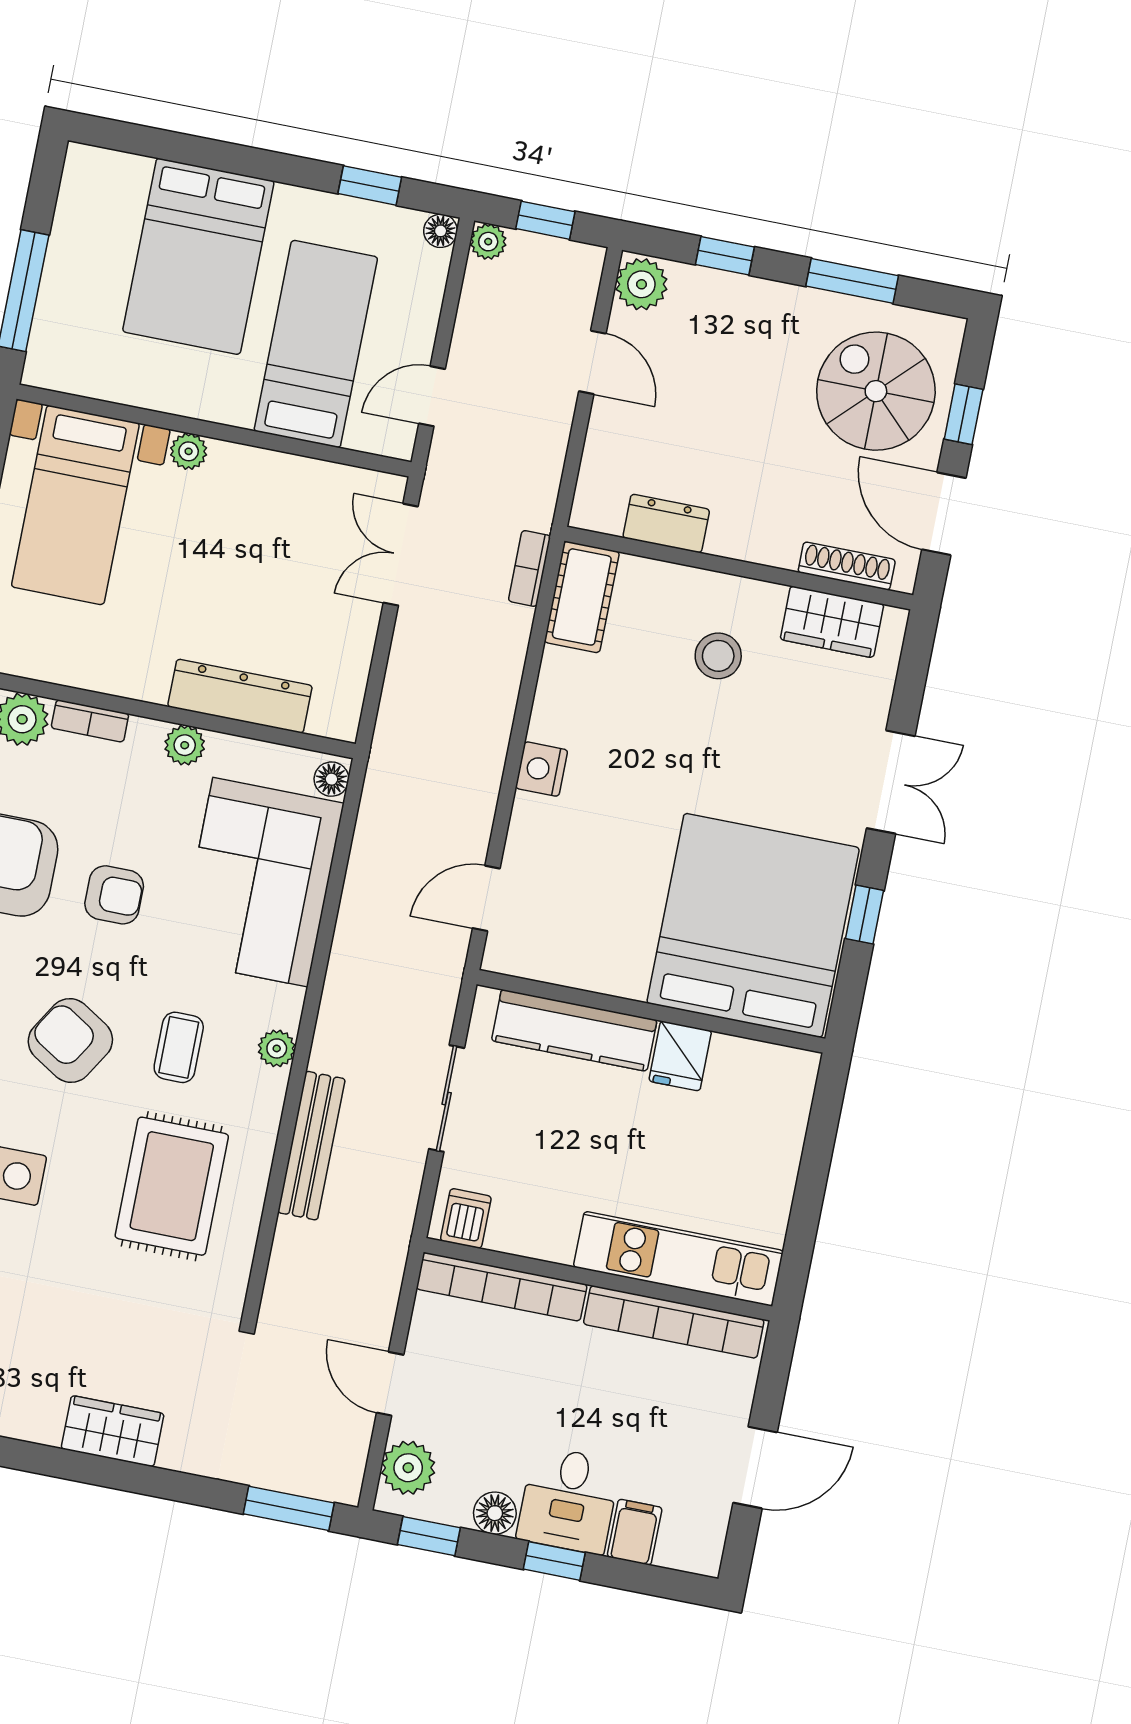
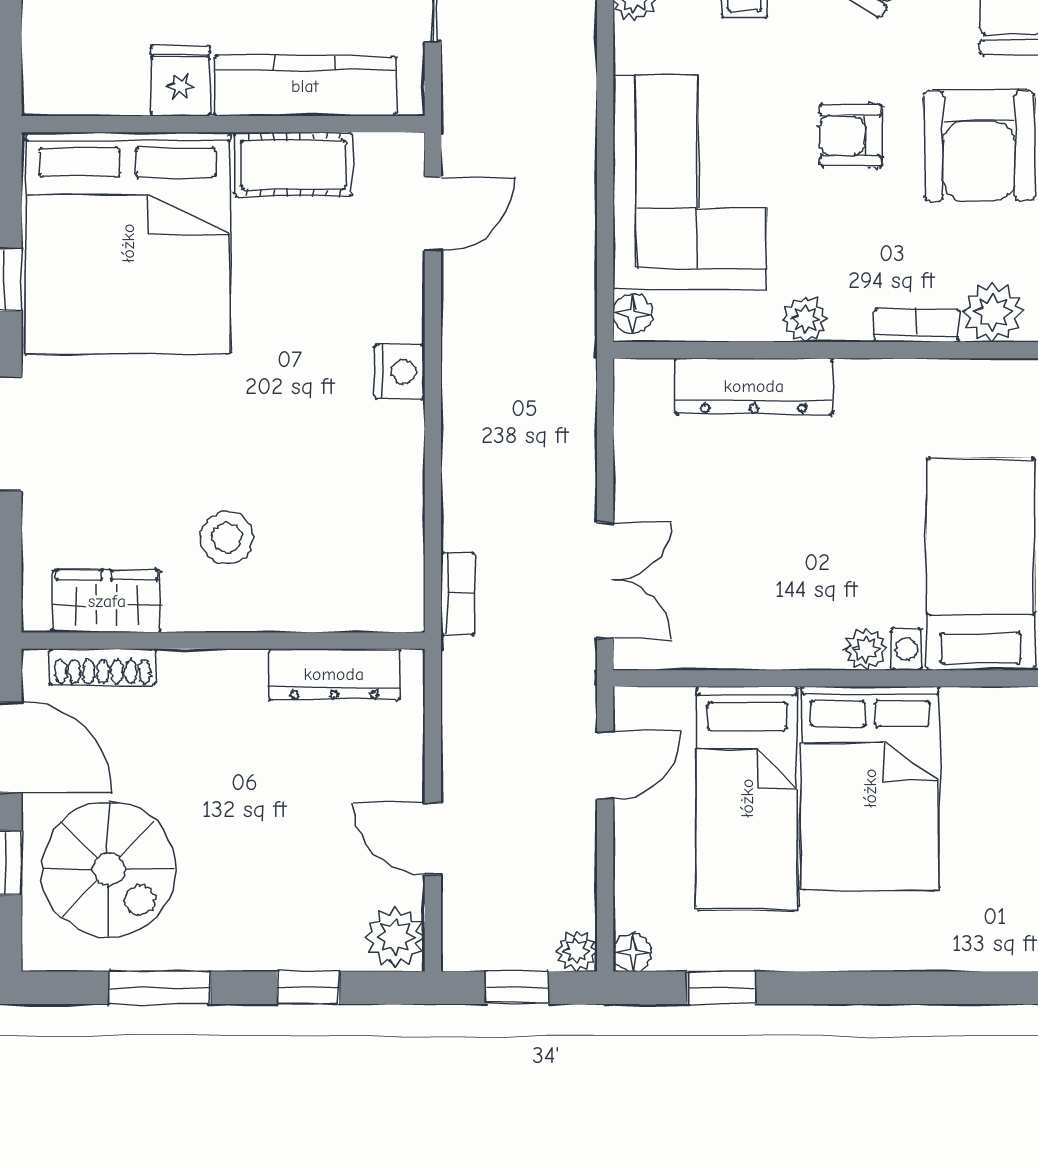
bed: (198, 256) -> (870, 788), moved, turned 180
dresser: (666, 523) -> (334, 674), width x1.44
cot: (582, 597) -> (293, 164), moved, turned 90

